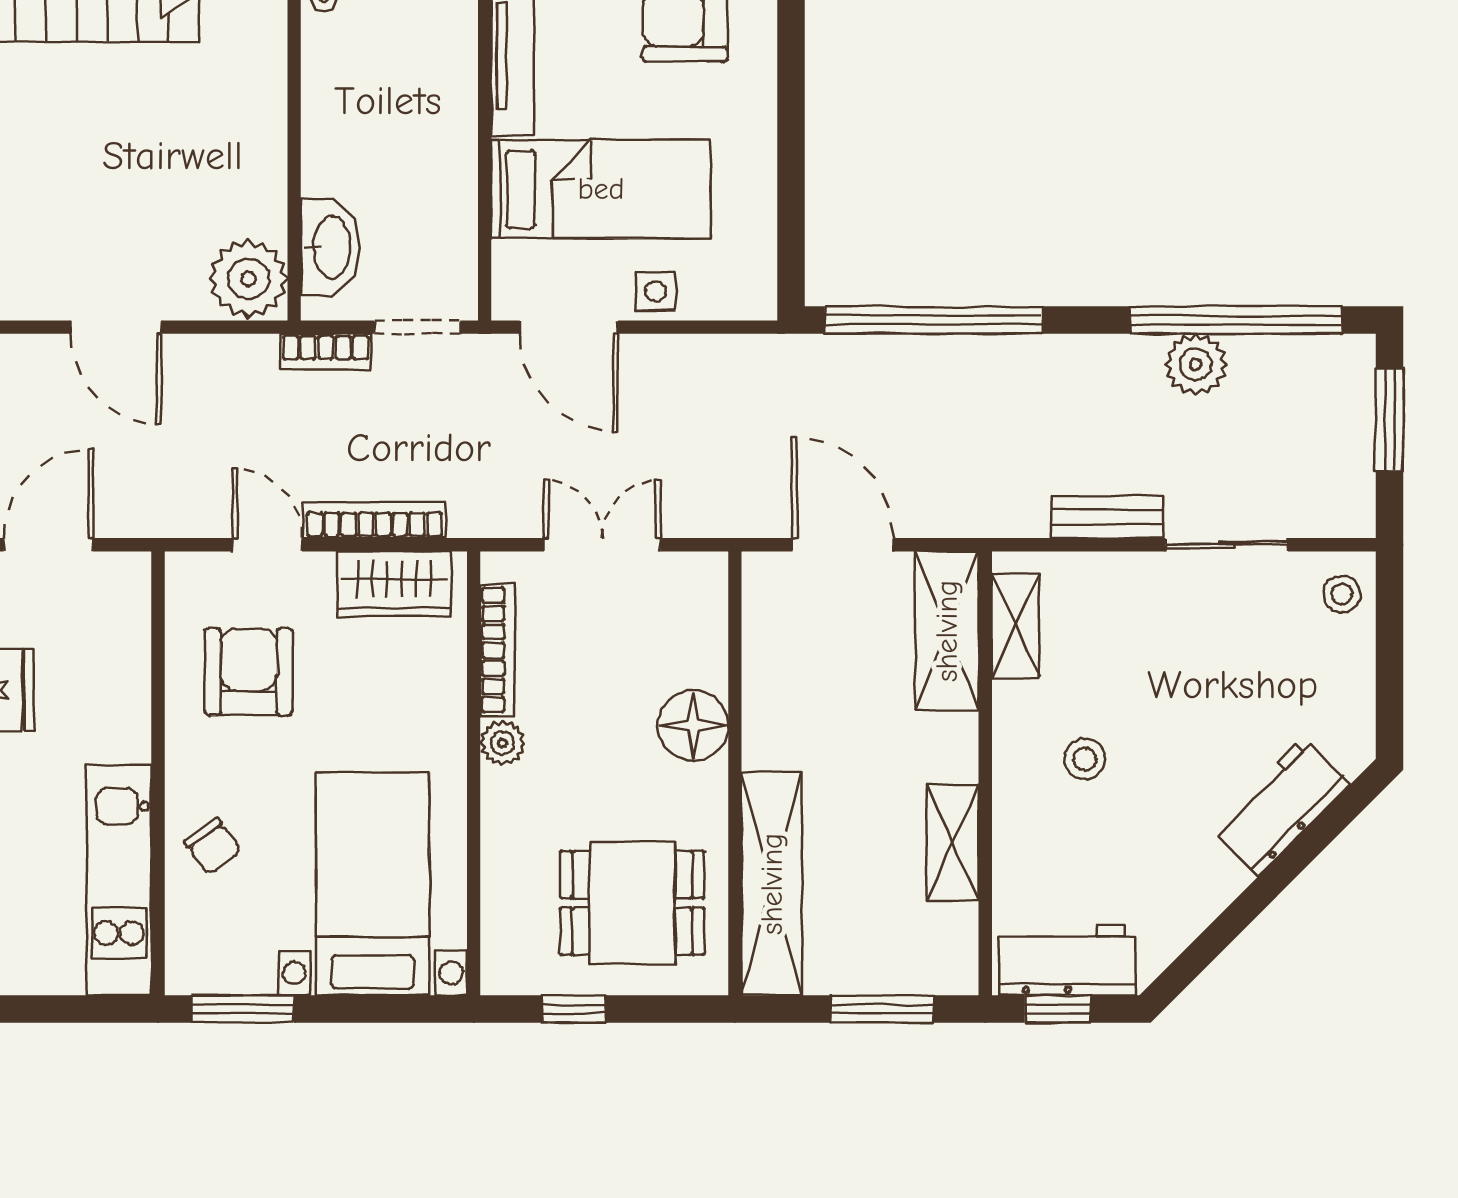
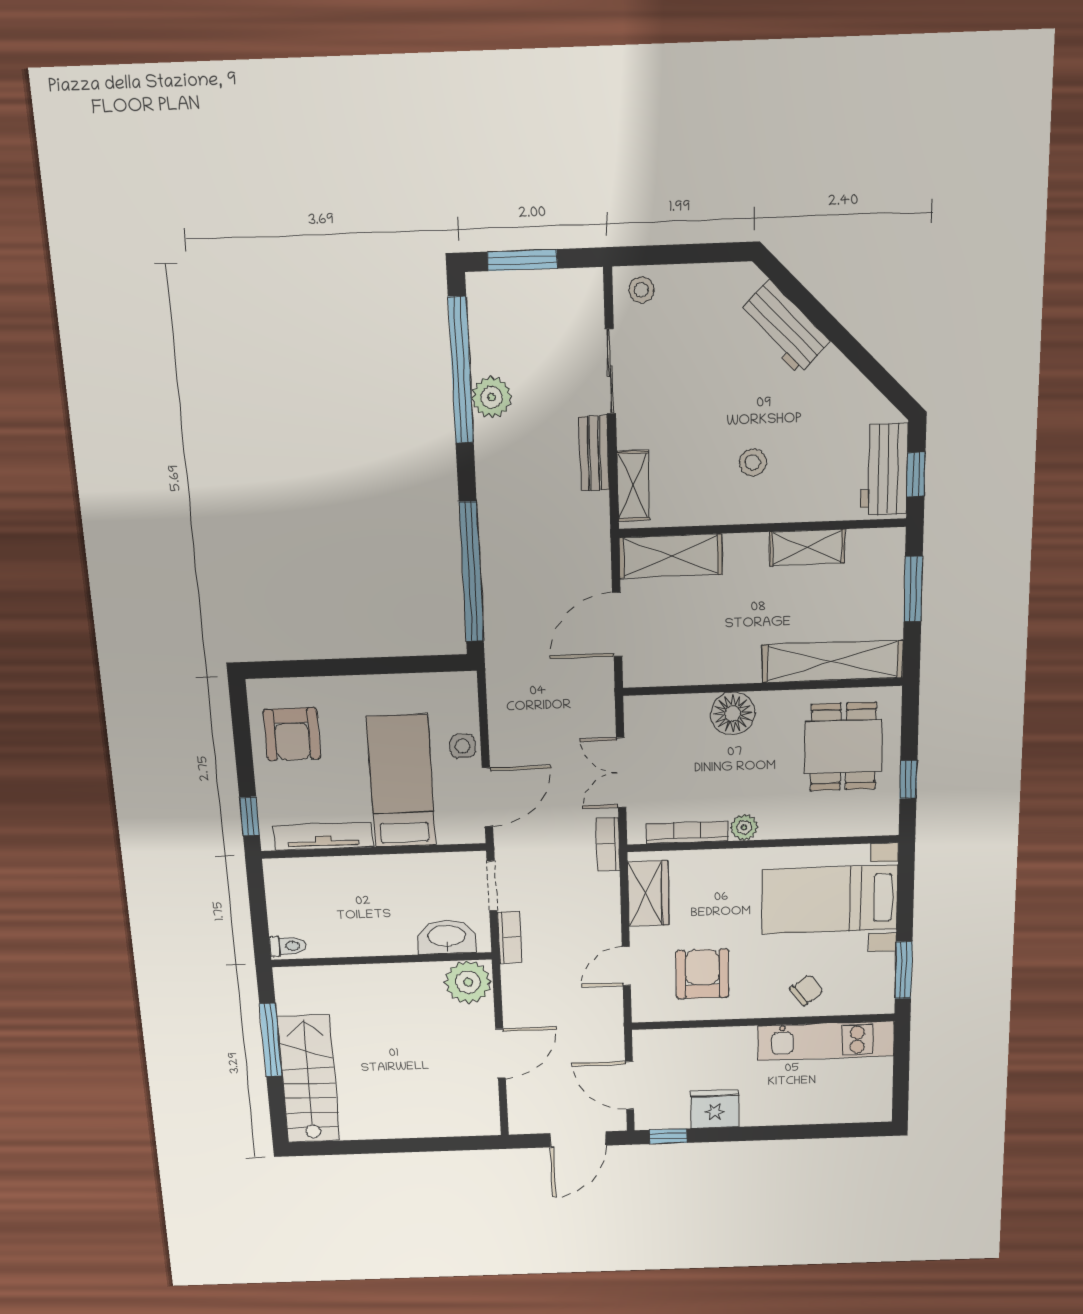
bookcase: (374, 520) -> (608, 844), moved, width x0.64
shelving: (1015, 625) -> (633, 486), moved, turned 90
armchair: (249, 672) -> (702, 974), turned 90

